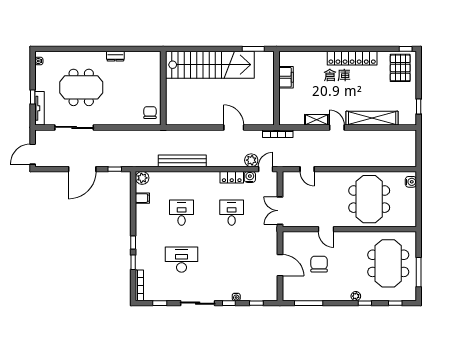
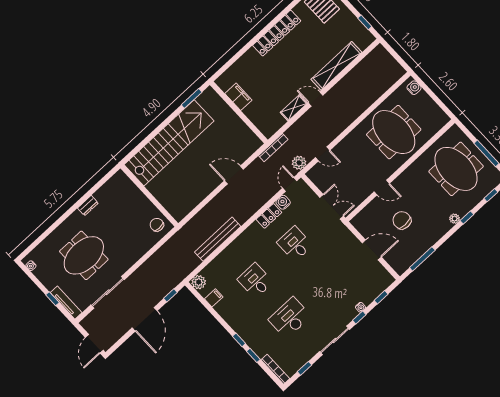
plant: (251, 160) -> (299, 163), moved
double door: (280, 211) -> (332, 207), swing flipped

